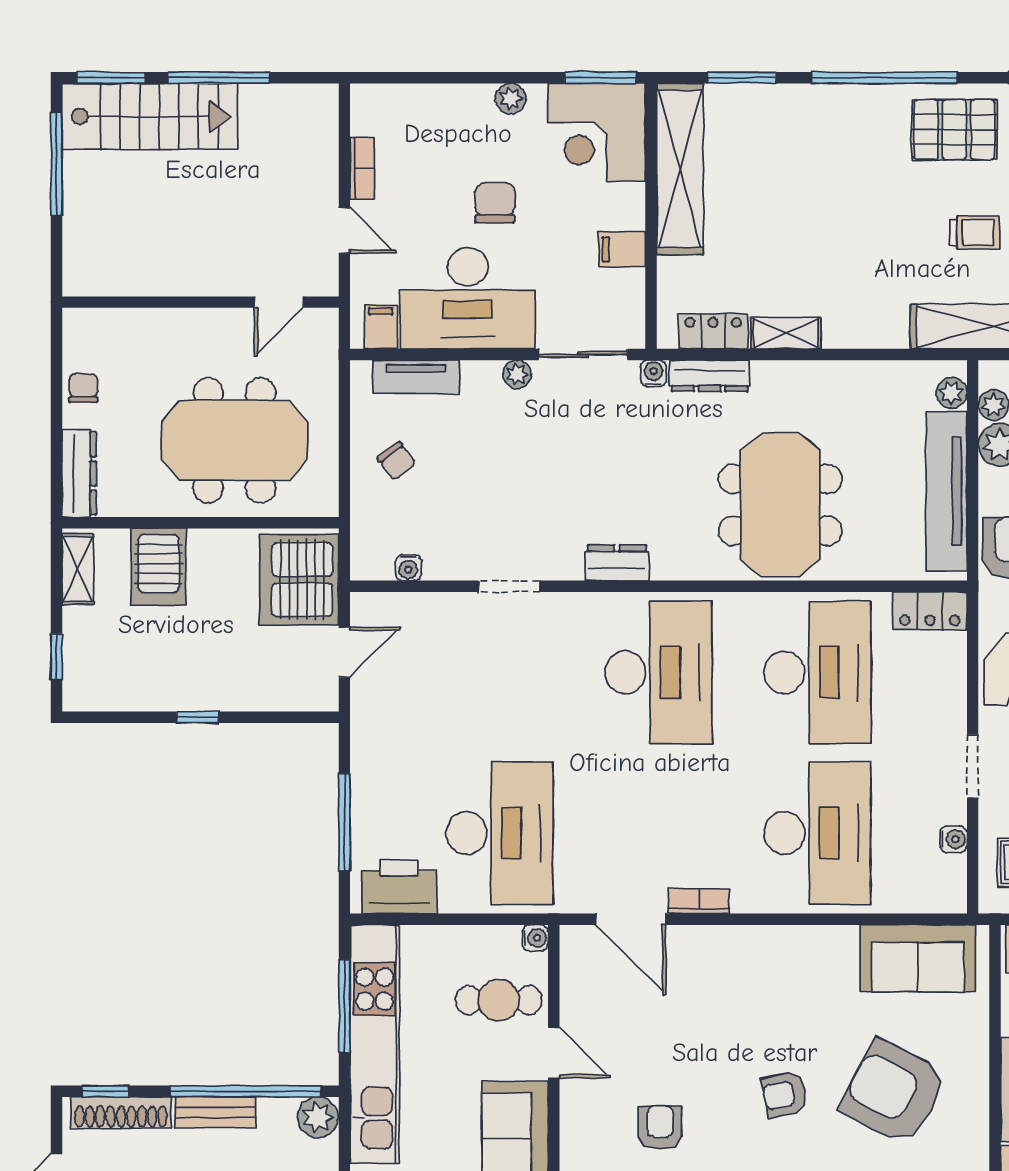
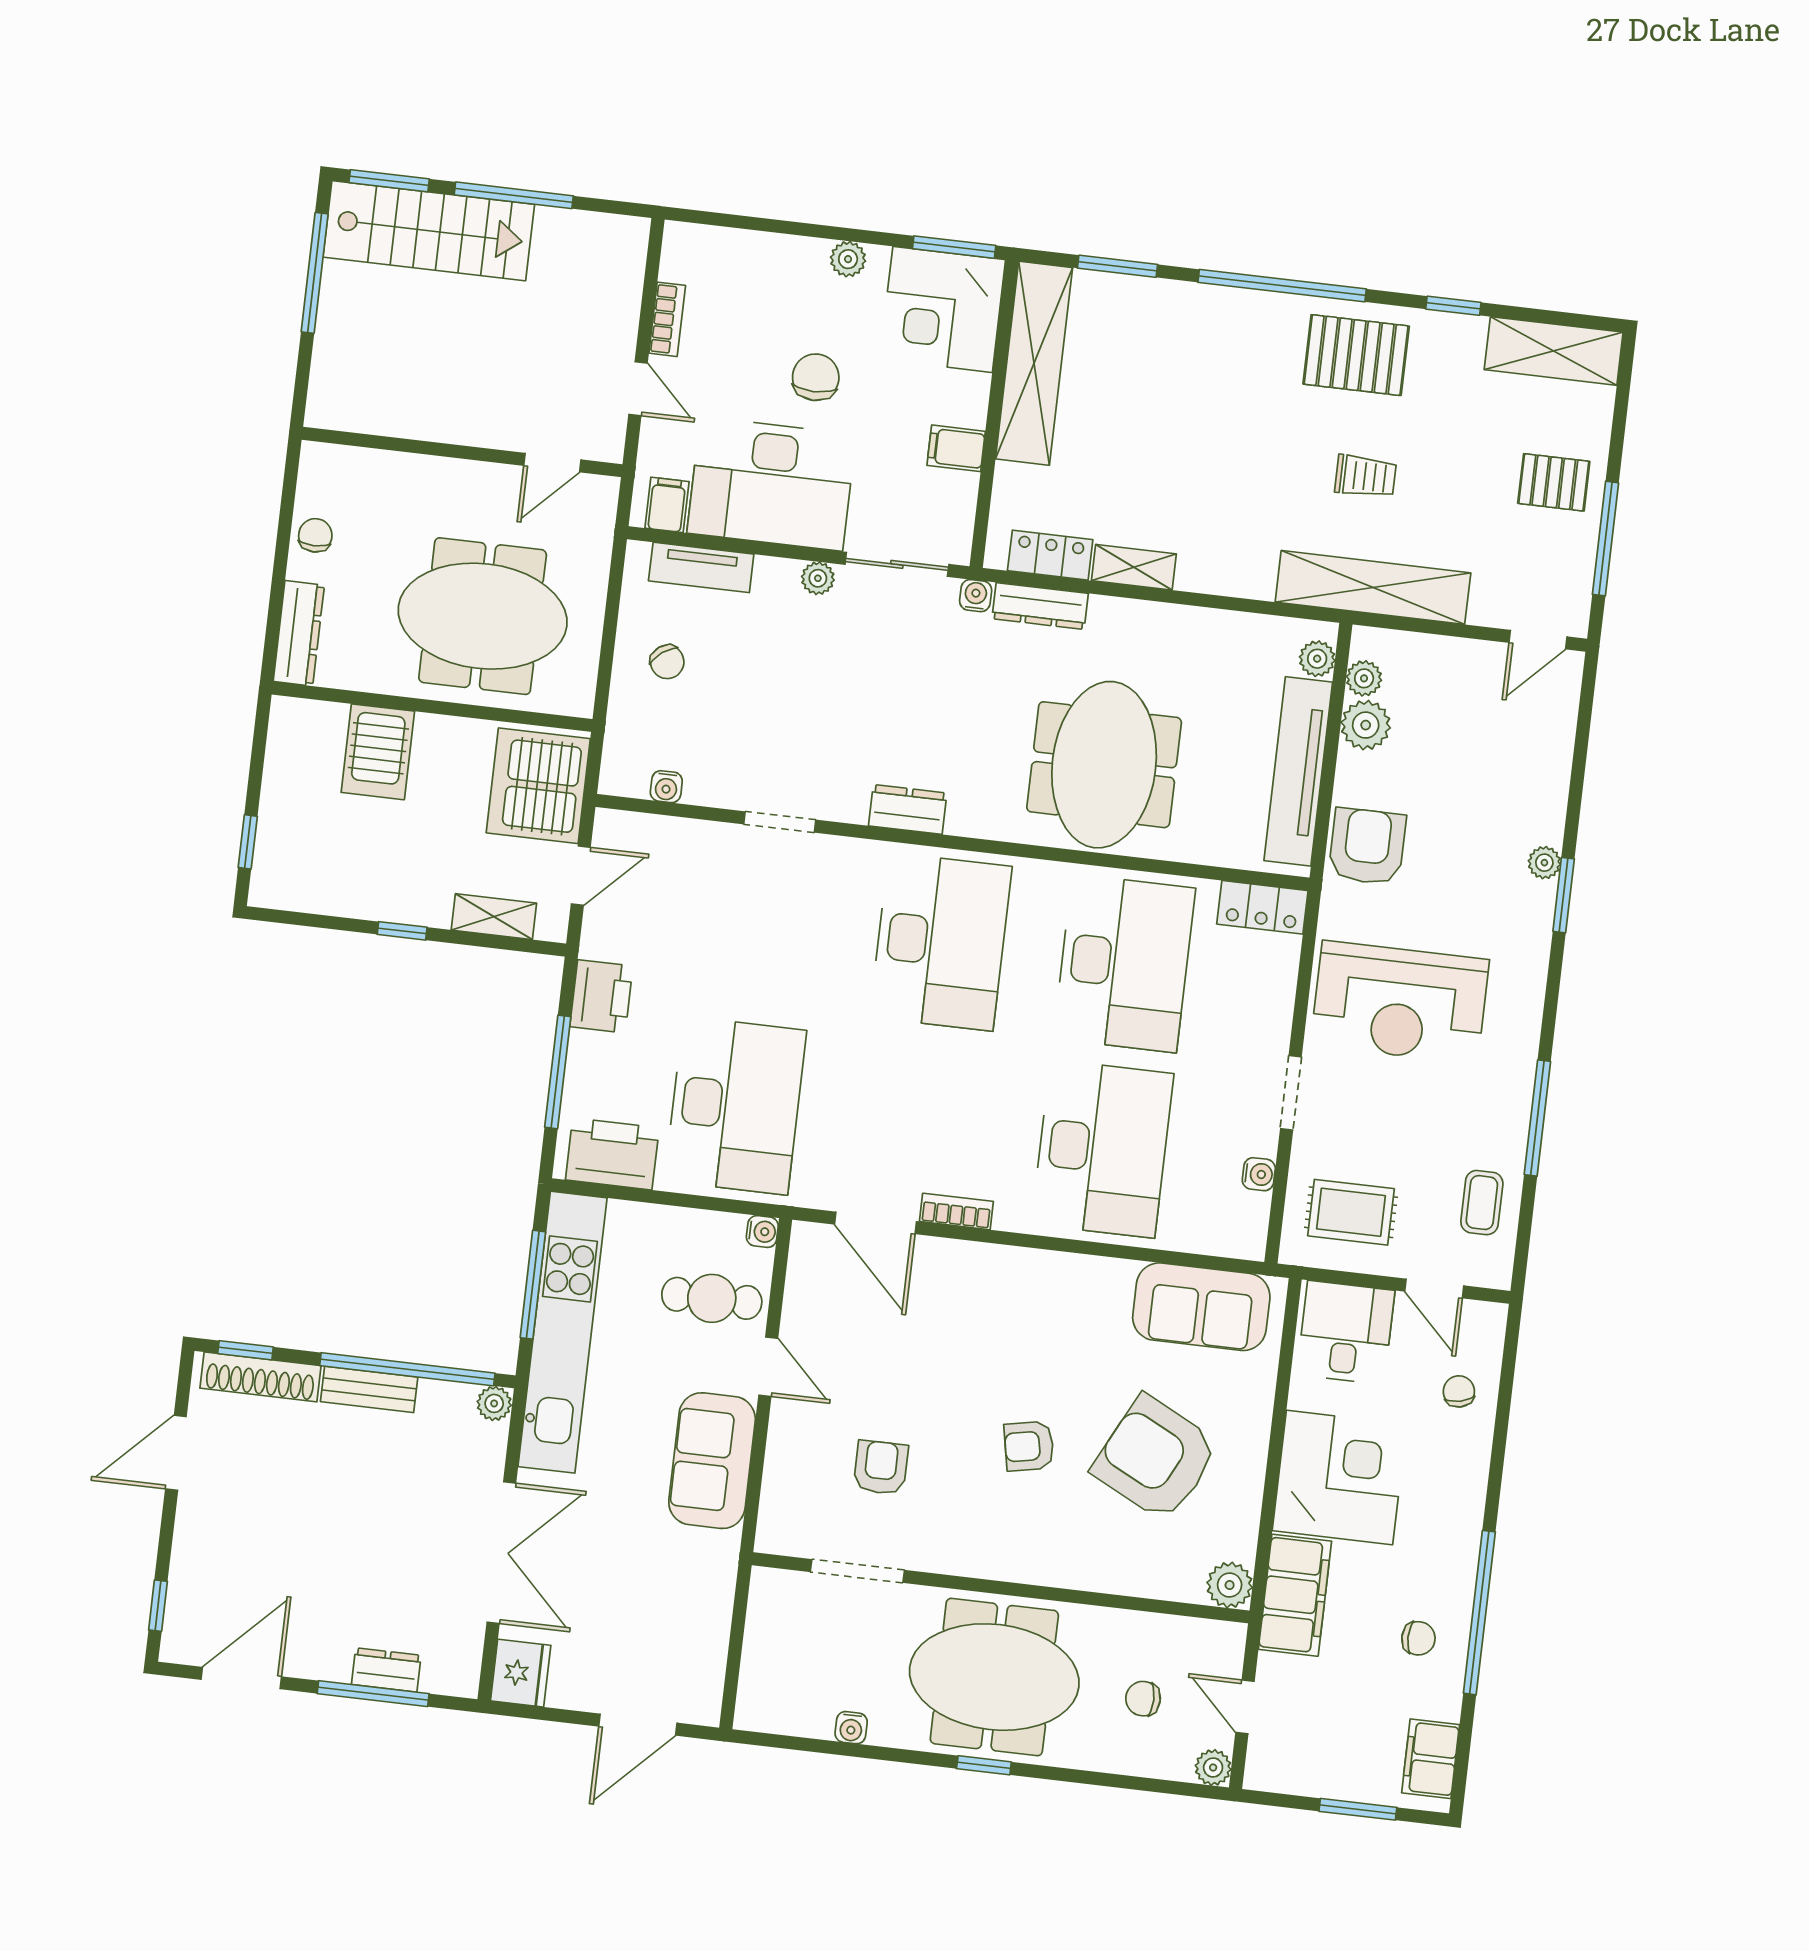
shelving: (78, 569) -> (494, 917), moved, turned 90
printer: (374, 753) -> (601, 996), added
plant: (318, 1117) -> (494, 1403), width x0.73, depth x0.73

